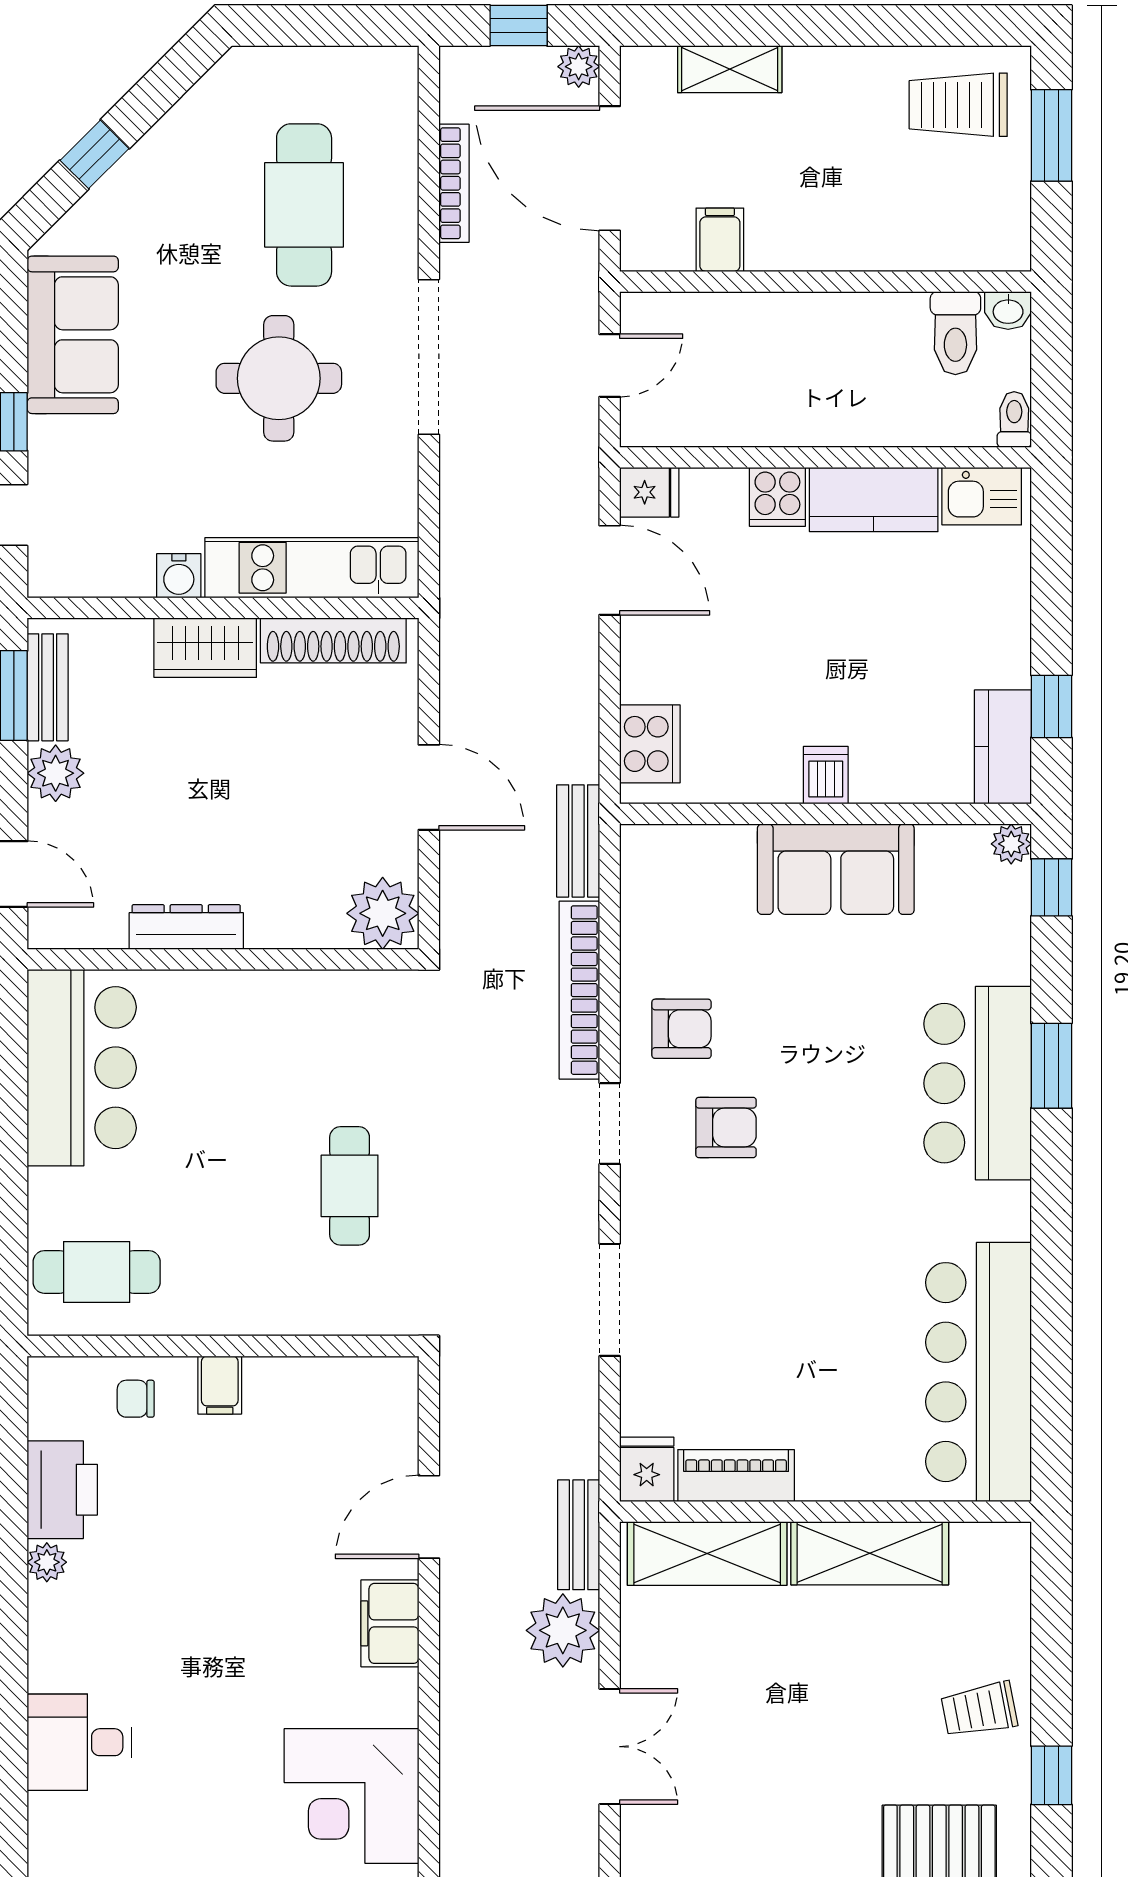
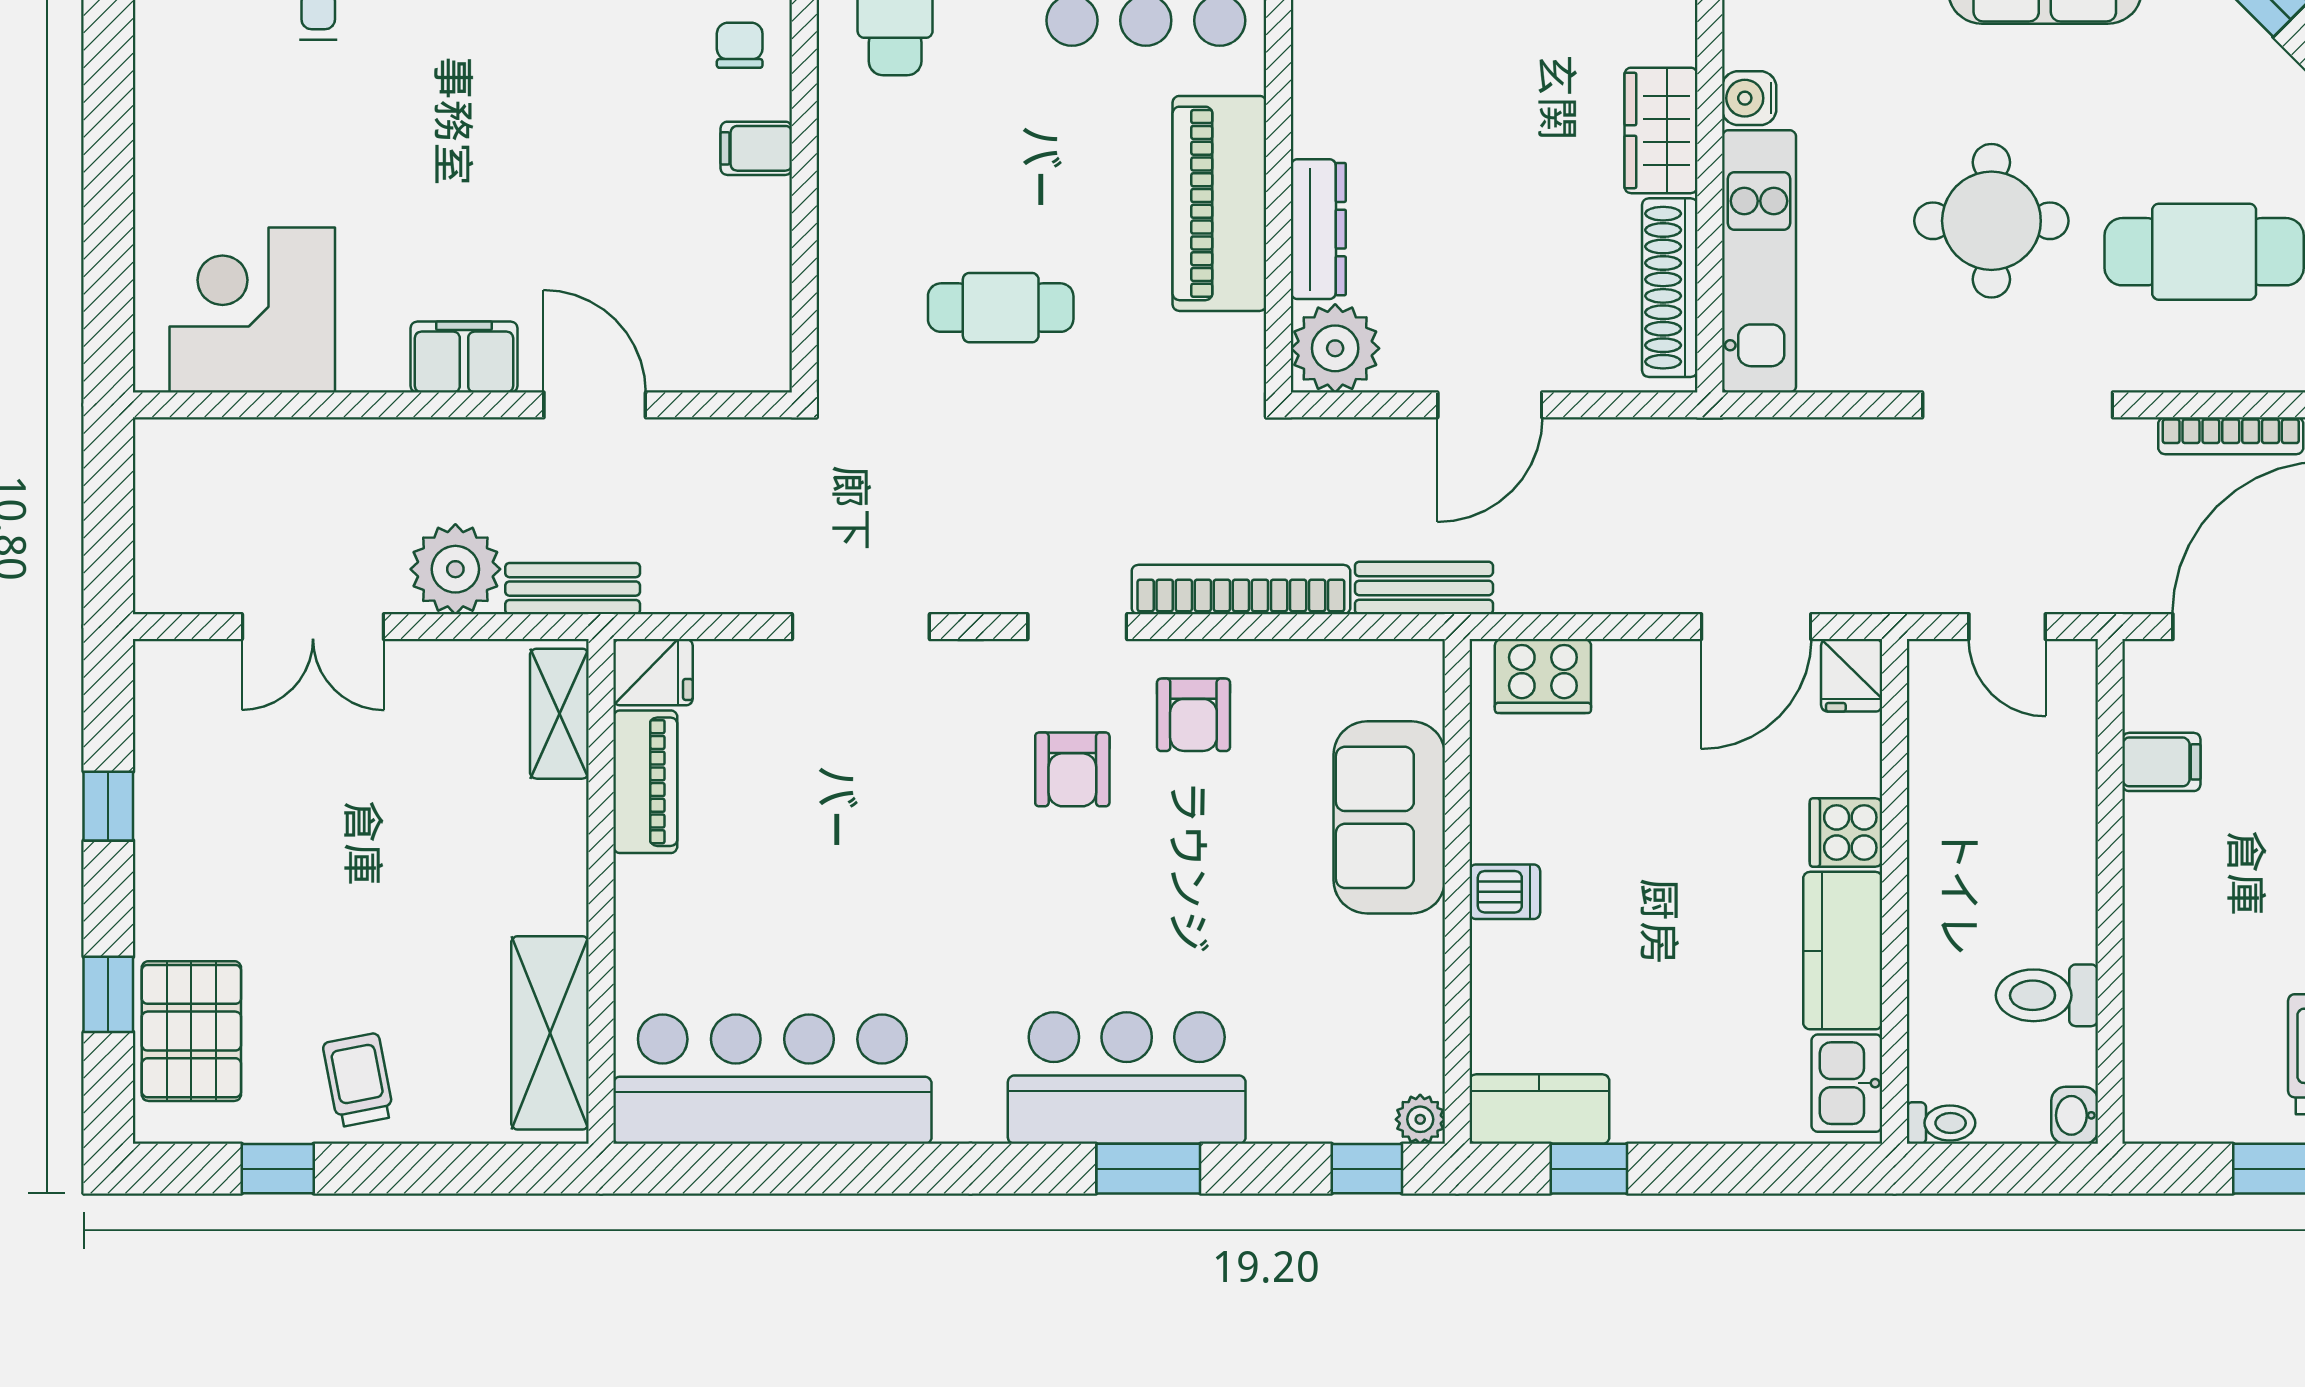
toilet: (955, 333) -> (2047, 995), moved
sofa: (836, 869) -> (1389, 817), moved
dresser: (186, 927) -> (1318, 229), moved
piano: (265, 1008) -> (1219, 203), added
shelving: (870, 1553) -> (550, 1033), moved
shelving: (707, 1554) -> (559, 714), width x0.67, depth x0.75

